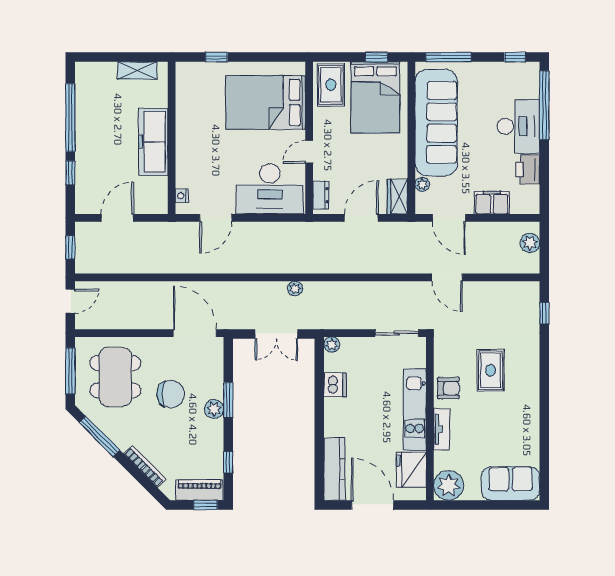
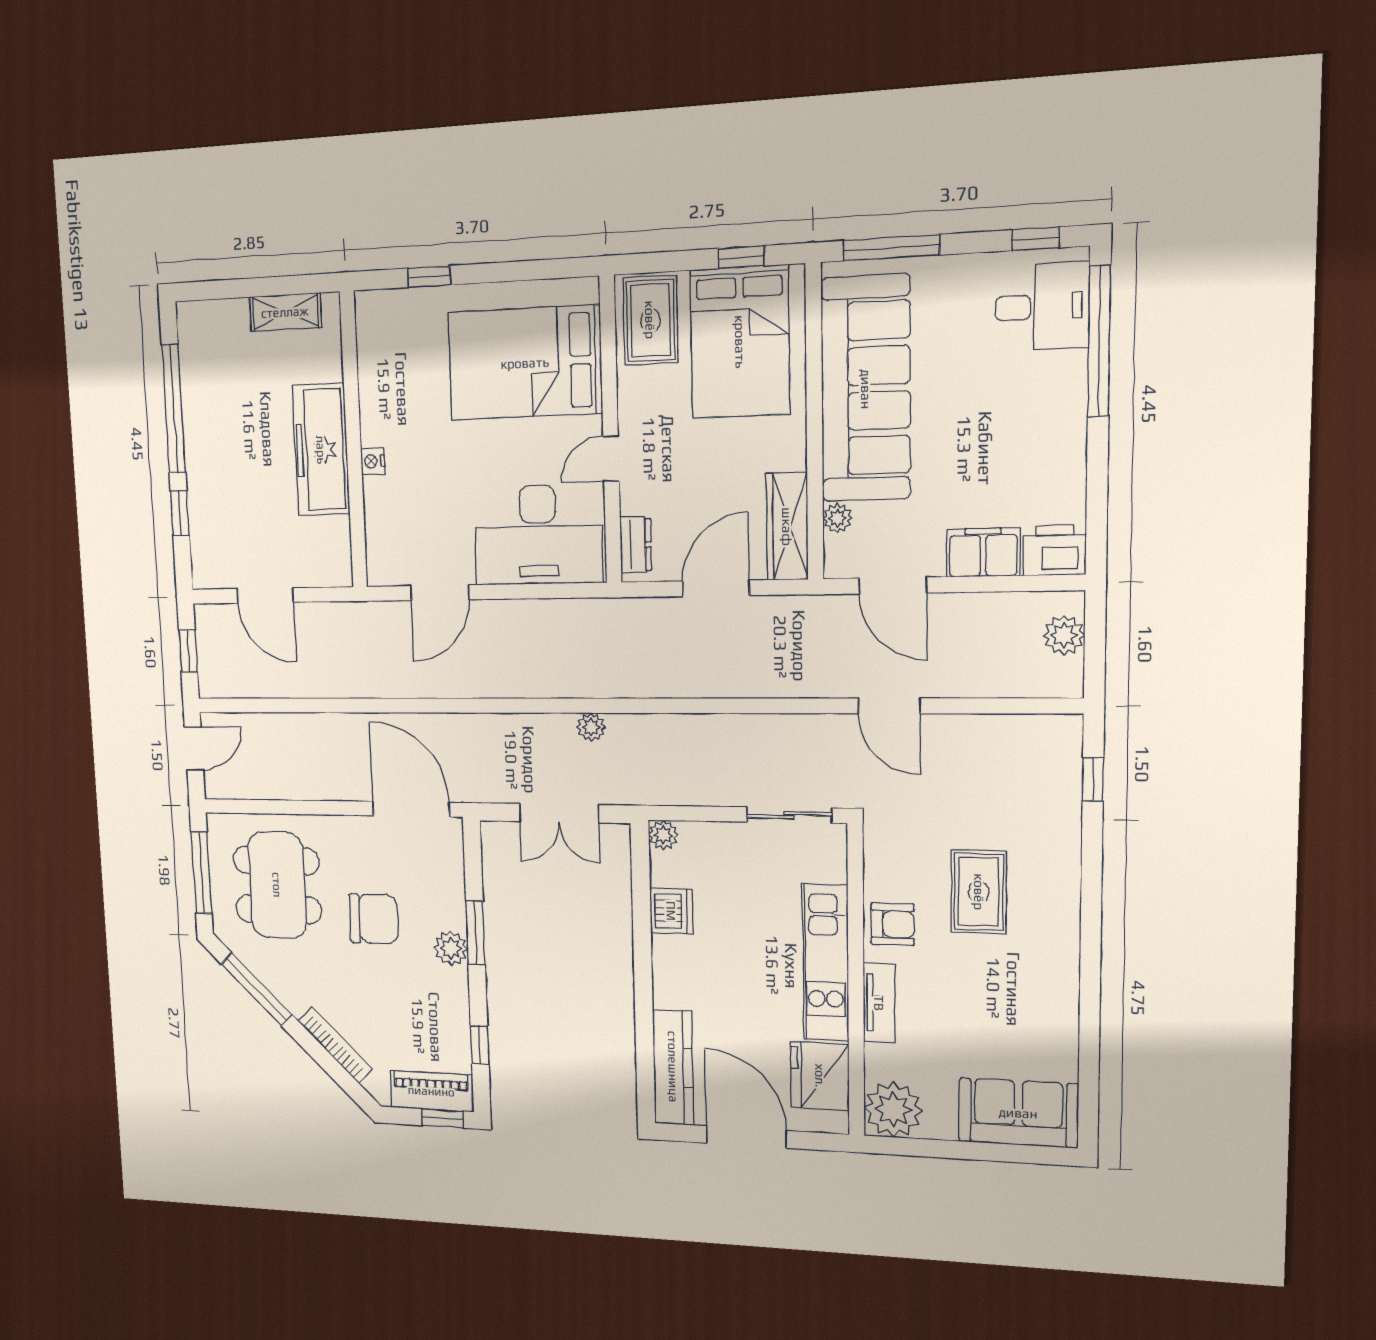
desk: (518, 126) -> (1042, 307), moved, width x0.73
printer: (528, 169) -> (1054, 550), moved, turned 90
nightstand: (182, 196) -> (373, 461), moved
wardrobe: (398, 197) -> (787, 527), width x1.50
door: (117, 218) -> (265, 595), swing flipped

